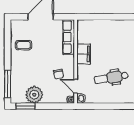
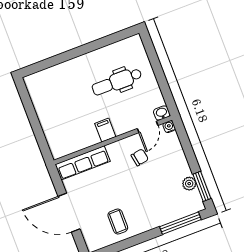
filing cabinet: (84, 54) -> (105, 130), width x0.50
dental chair: (111, 78) -> (117, 82), turned 99
plant: (34, 95) -> (189, 184), width x0.53, depth x0.53

